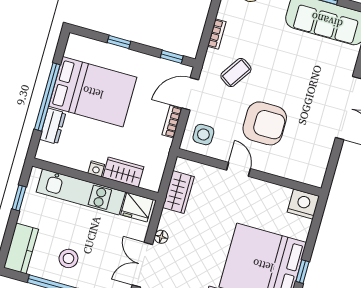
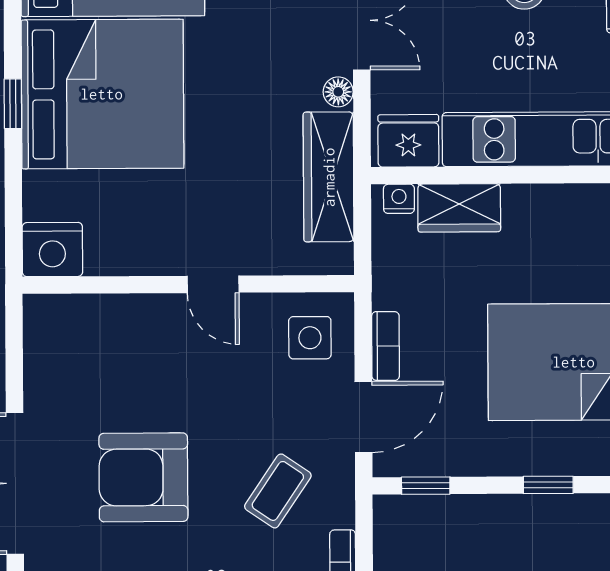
armchair: (265, 123) -> (143, 477), moved
nightstand: (96, 169) -> (399, 199), moved
wardrobe: (178, 192) -> (329, 177), width x1.50

